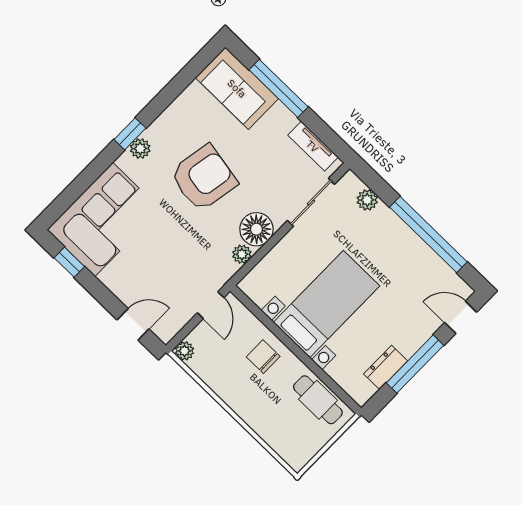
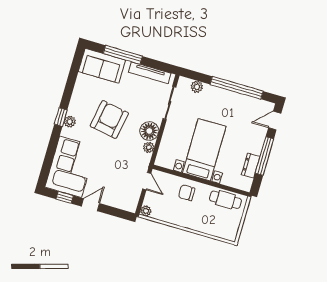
tv unit: (313, 146) -> (150, 73), width x1.41
door: (133, 324) -> (90, 205), moved

